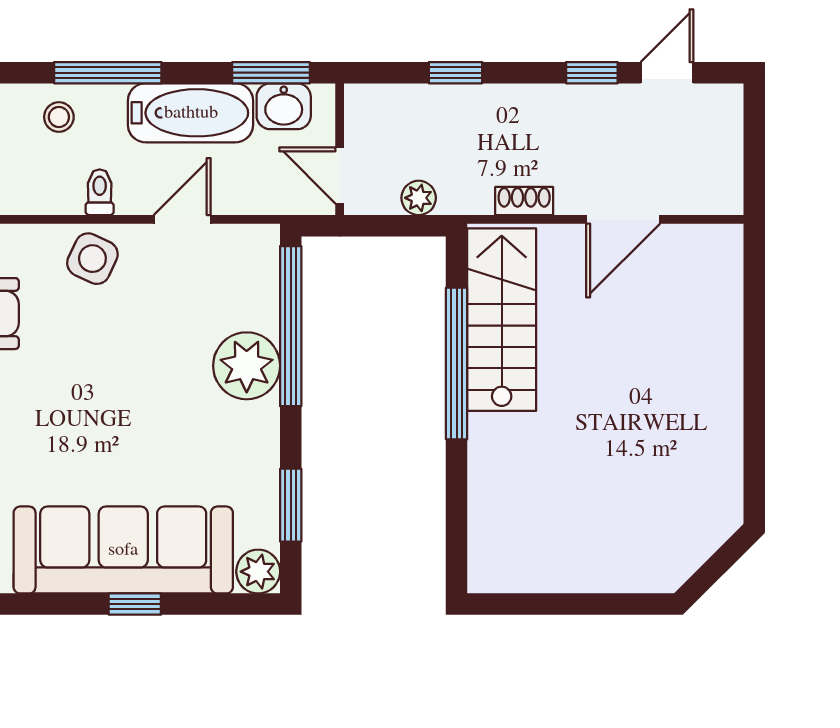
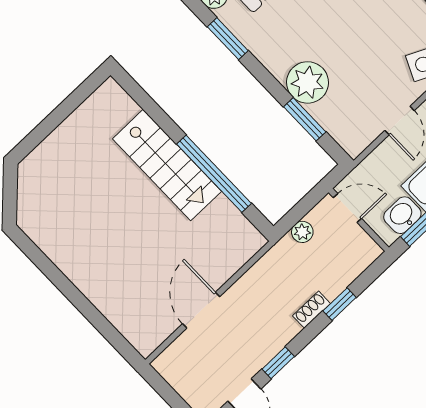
shoe rack: (524, 201) -> (312, 310), moved, turned 180
stairs: (502, 320) -> (167, 165), moved
window: (291, 326) -> (305, 119), width x0.47

